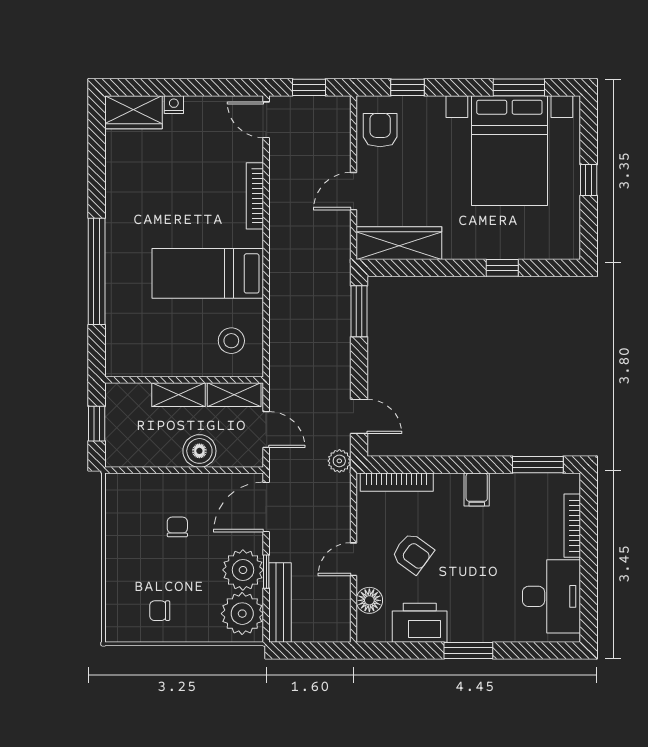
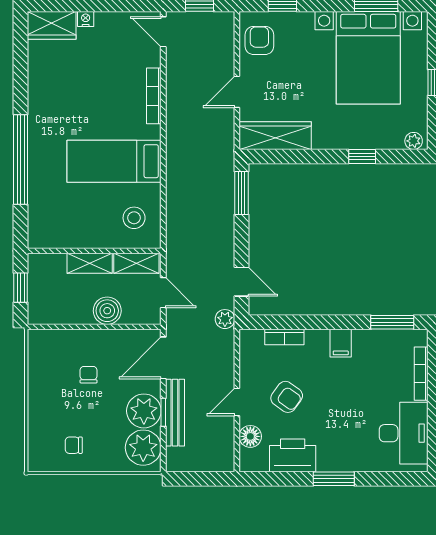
plant: (563, 249) -> (414, 141), added
bookcase: (397, 482) -> (284, 337), width x0.64
bench: (280, 602) -> (175, 413), moved

